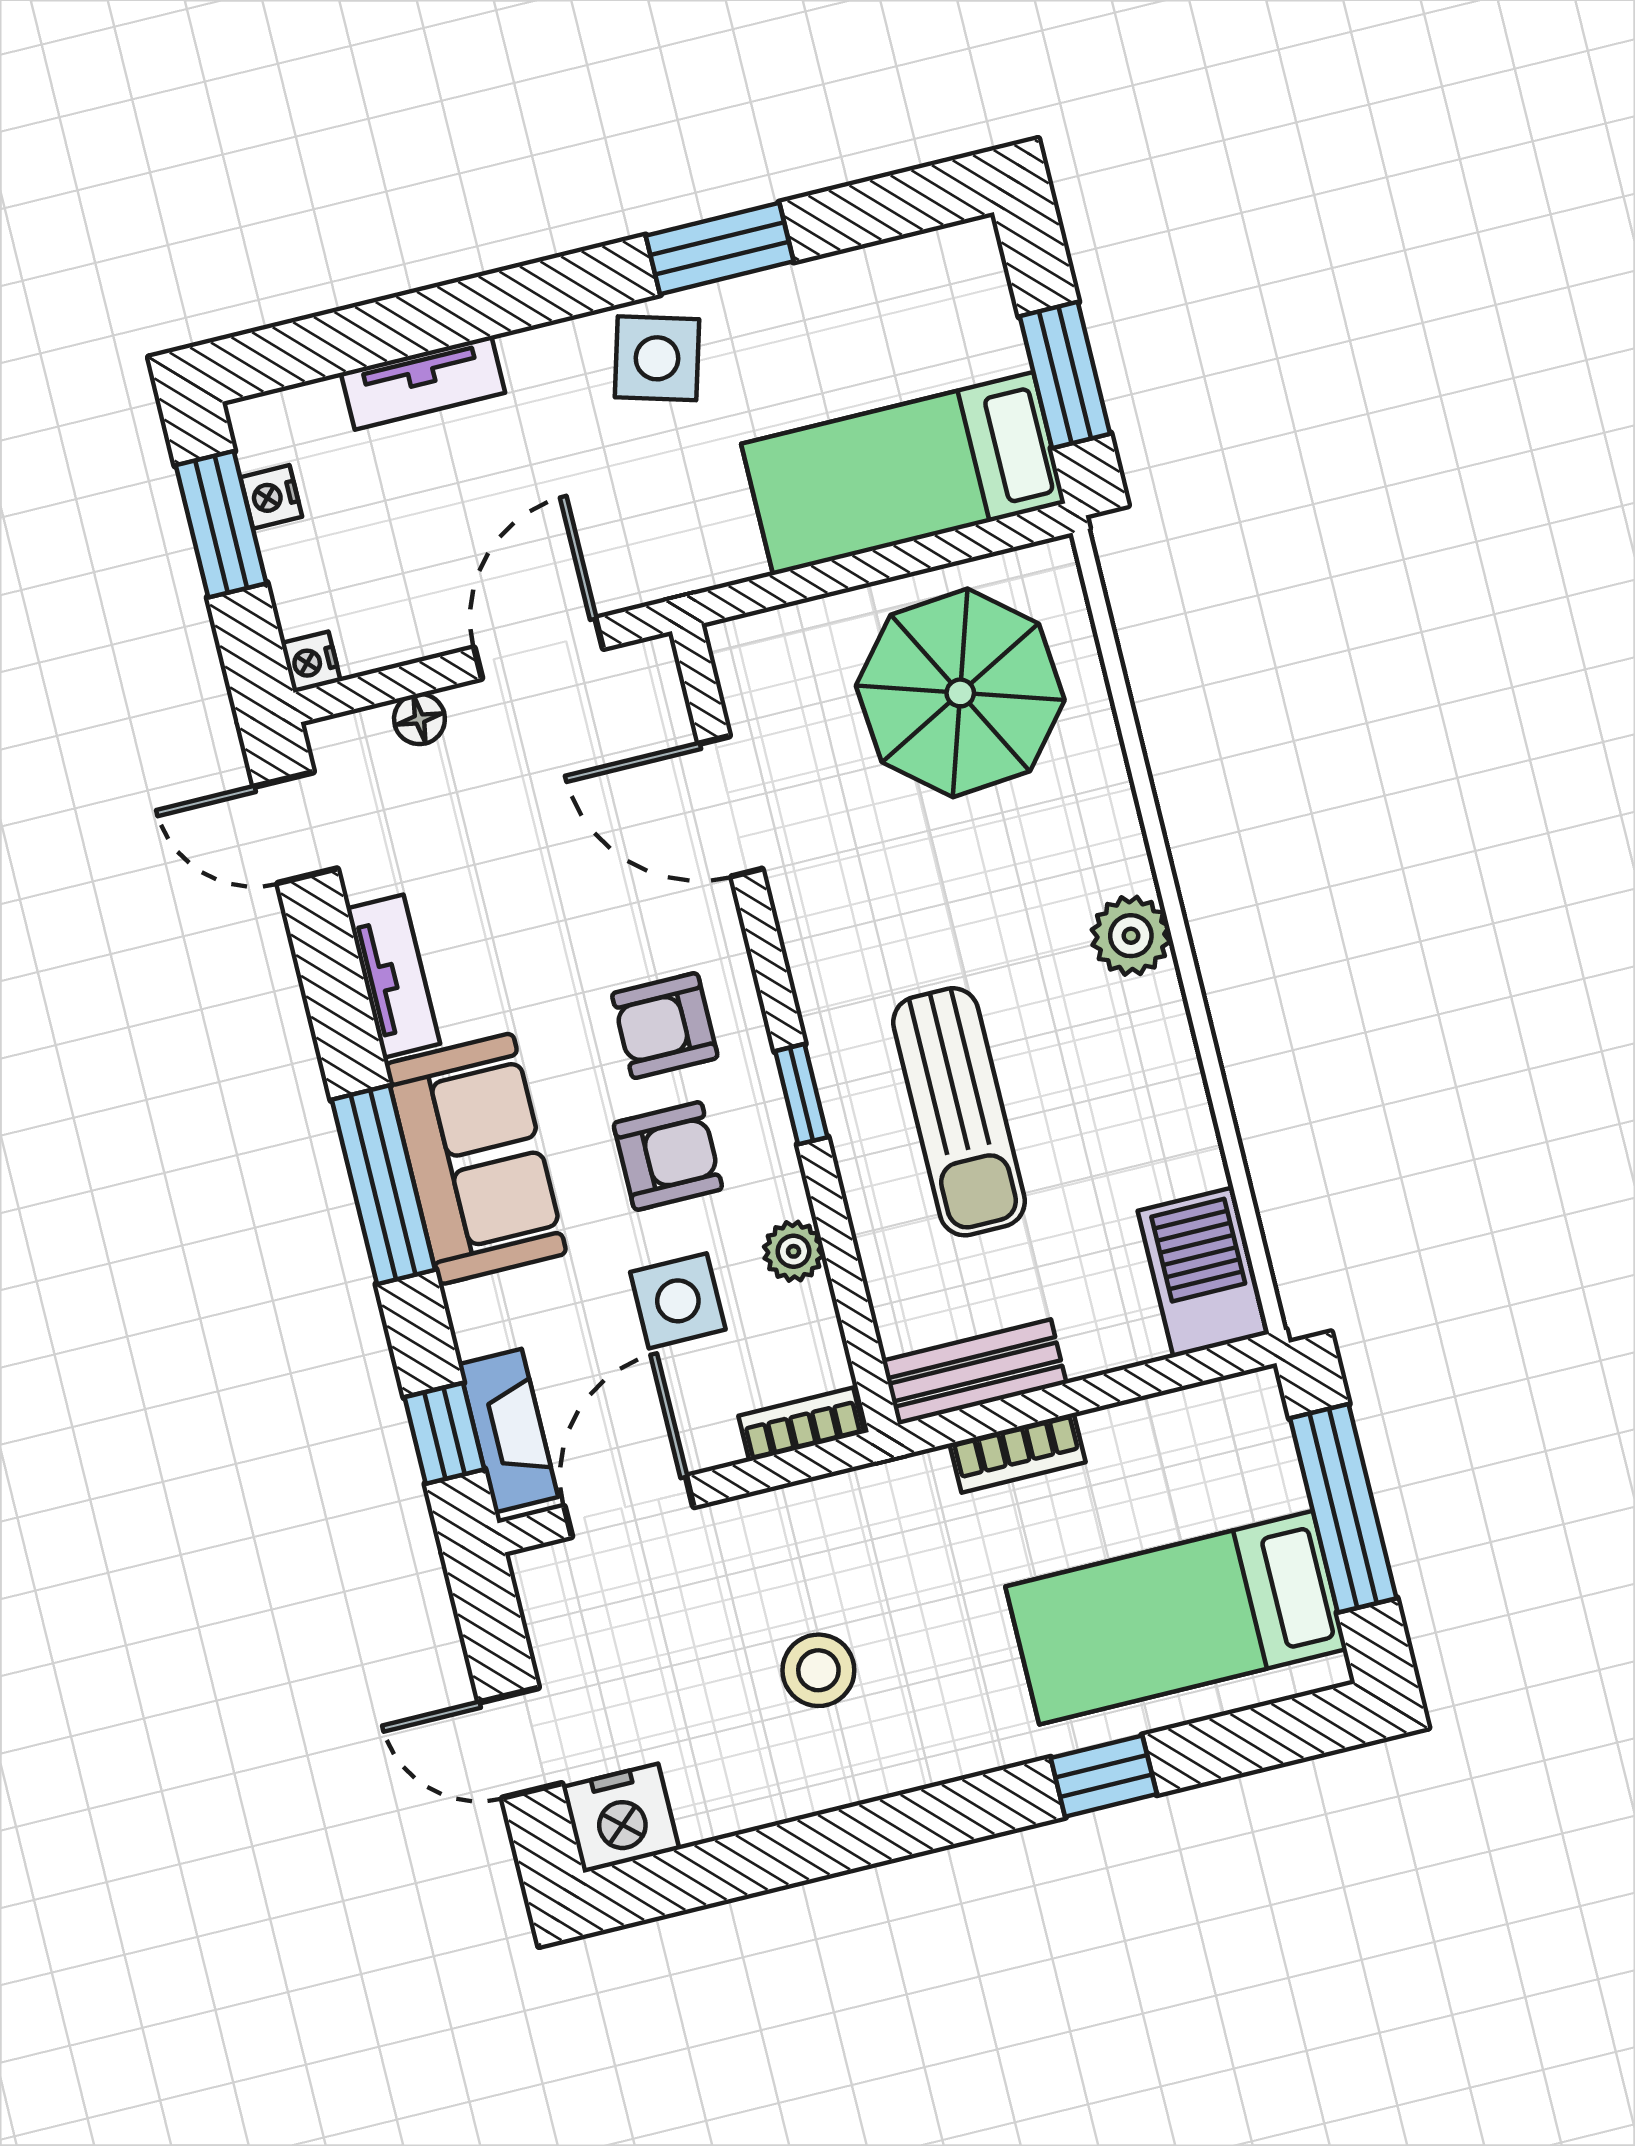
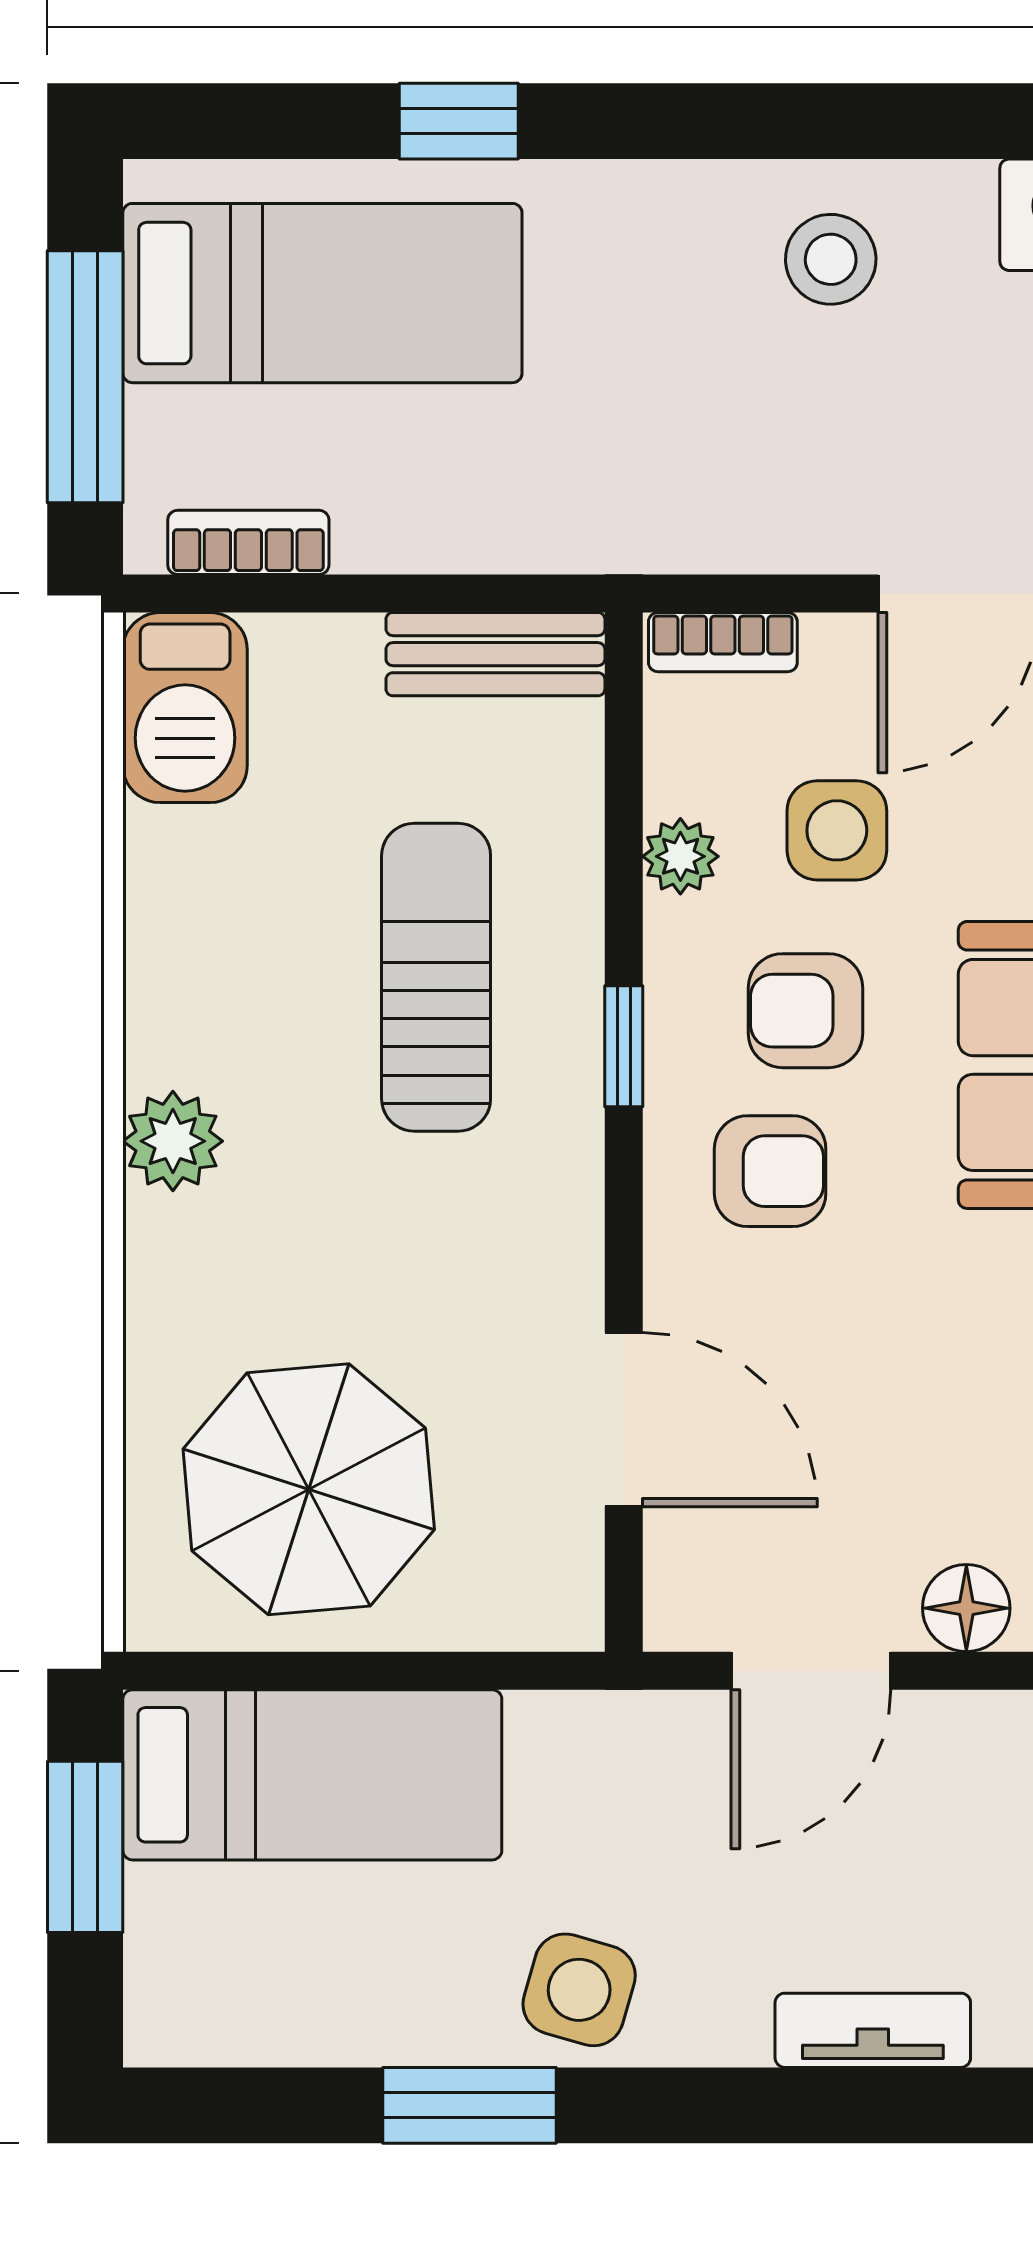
floor lamp: (419, 719) -> (966, 1608), width x1.37, depth x1.37
bookcase: (1017, 1453) -> (248, 542), moved
stool: (818, 1670) -> (831, 259), moved

